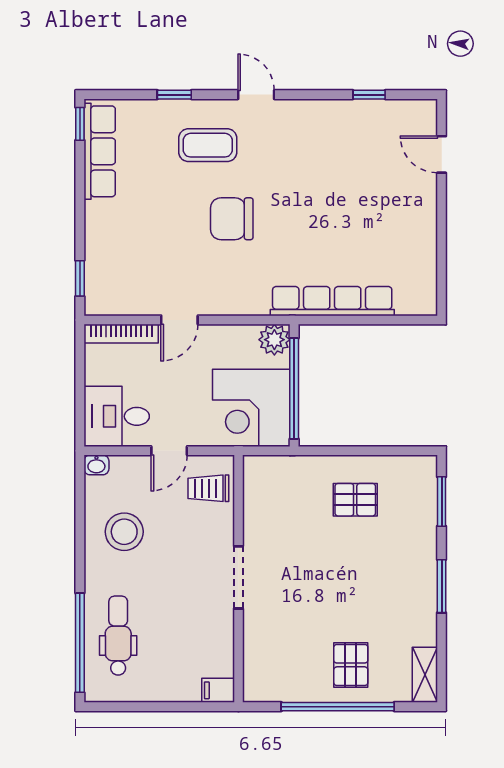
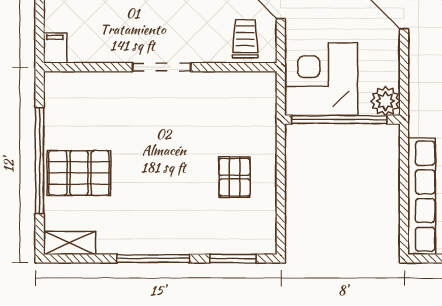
row of seats: (332, 301) -> (422, 196), moved
window: (442, 586) -> (153, 259), width x1.44
pallet: (351, 665) -> (79, 173), width x1.50, depth x1.42

